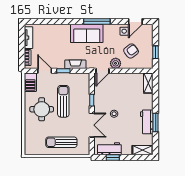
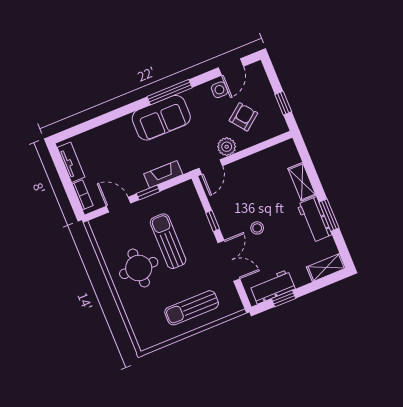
barbecue: (30, 82) -> (103, 232), removed
shelving: (148, 83) -> (302, 182), moved

